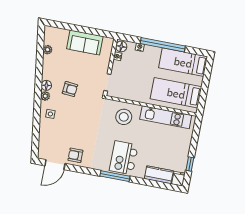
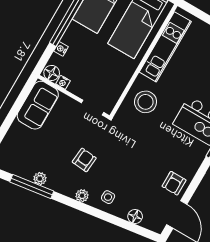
sofa: (85, 43) -> (38, 105), moved
plant: (48, 50) -> (40, 179), moved
window: (40, 60) -> (32, 187), added
floor lamp: (46, 85) -> (135, 217), moved

